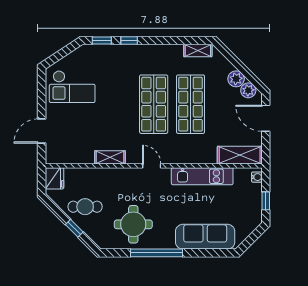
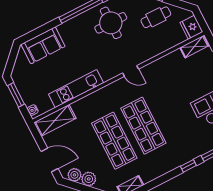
shelving: (110, 157) -> (194, 47), moved
door: (152, 166) -> (131, 71), moved
window: (266, 201) -> (16, 95), width x1.50
sofa: (205, 237) -> (43, 45), width x0.73

